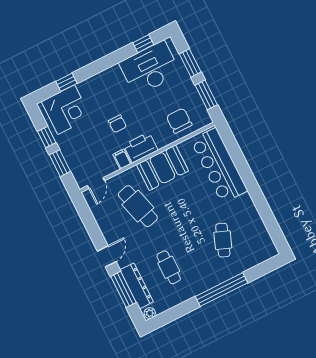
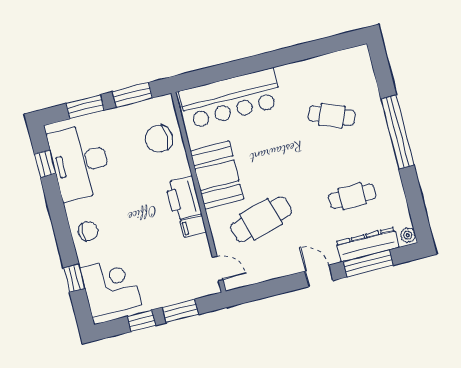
chair: (117, 124) -> (88, 231), moved

